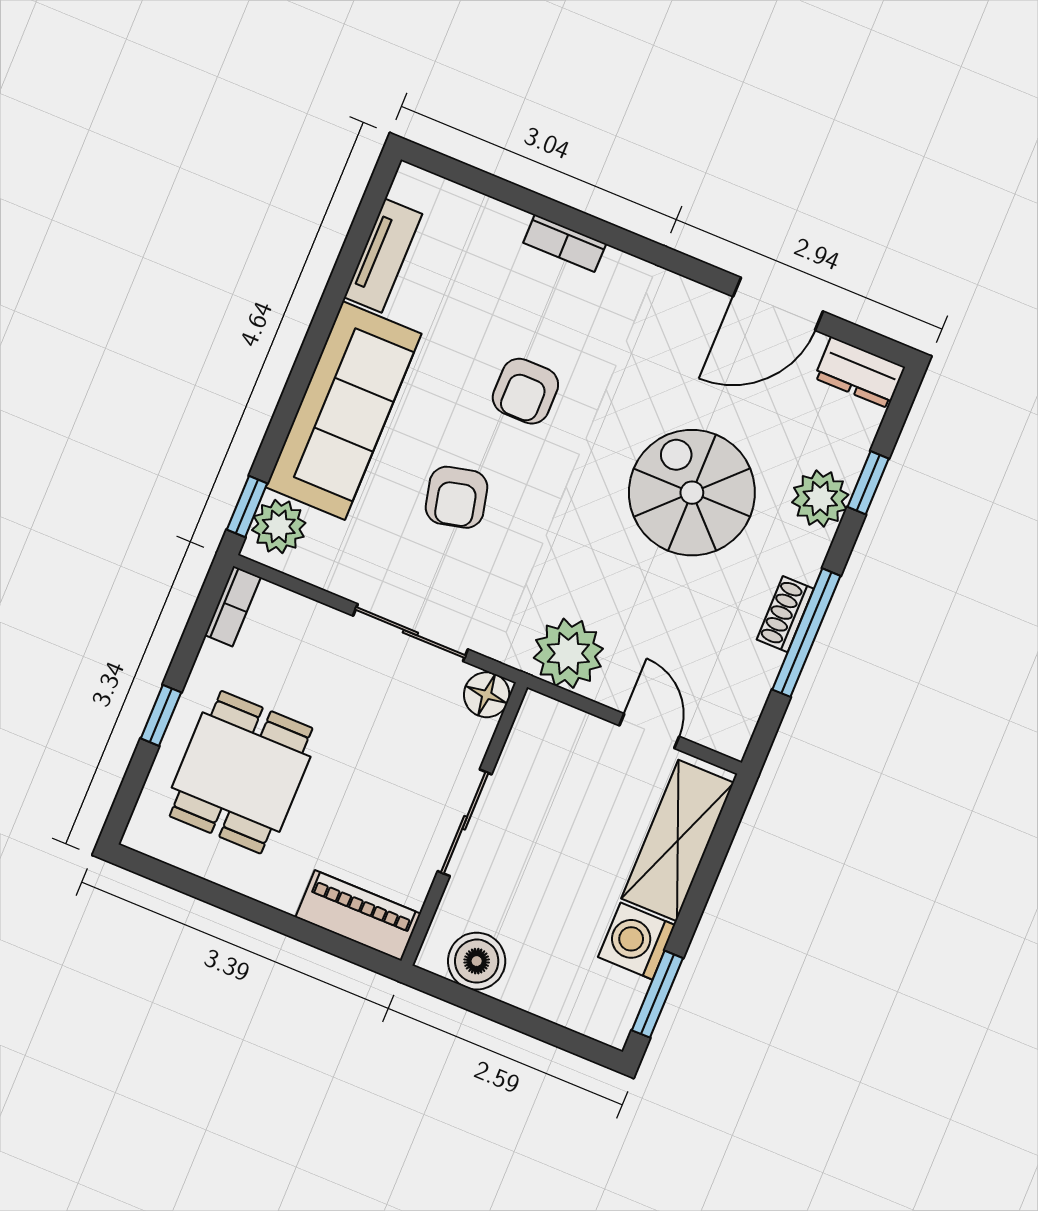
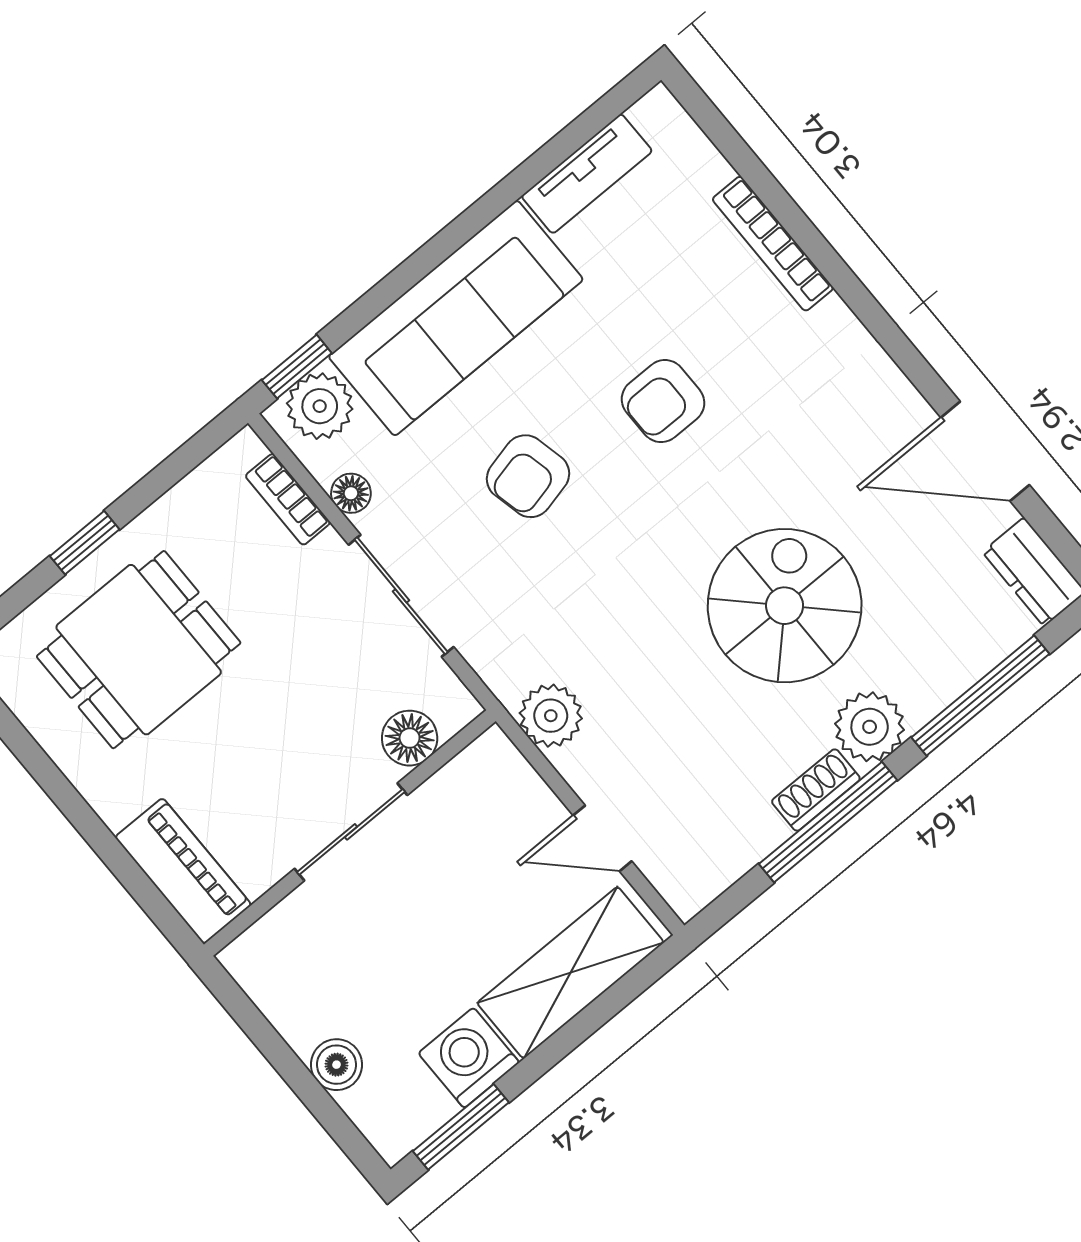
bookcase: (565, 243) -> (773, 244), width x1.56
window: (868, 483) -> (980, 696), width x2.17
plant: (820, 498) -> (870, 727), moved
floor lamp: (335, 578) -> (351, 493), added
bookcase: (233, 606) -> (288, 499), moved, turned 90
plant: (568, 653) -> (551, 716), width x0.73, depth x0.73
floor lamp: (487, 695) -> (410, 738), moved
door: (649, 731) -> (602, 838), swing flipped
boiler: (477, 961) -> (336, 1065), moved, width x0.73, depth x0.73

